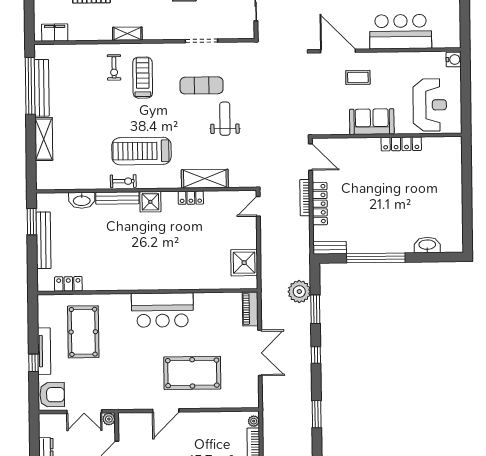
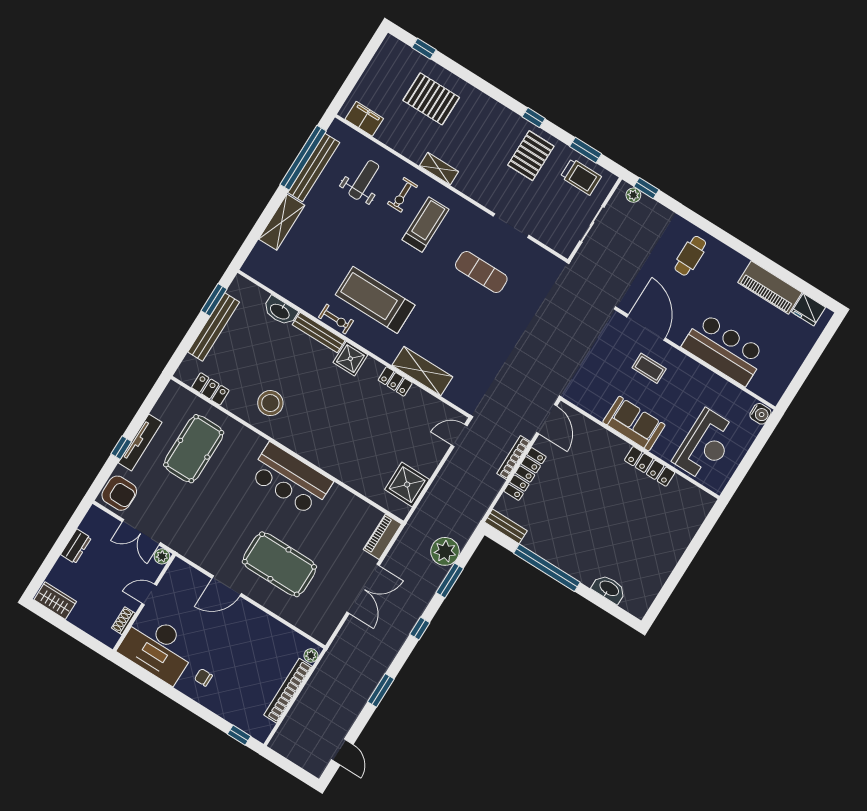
weight bench: (225, 119) -> (364, 180), moved
stool: (115, 267) -> (270, 403), added

